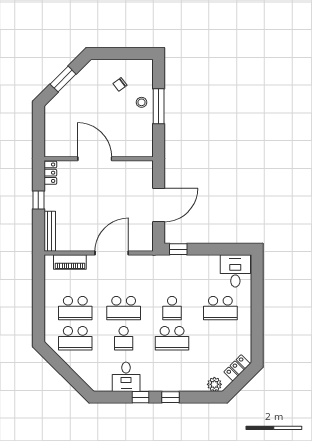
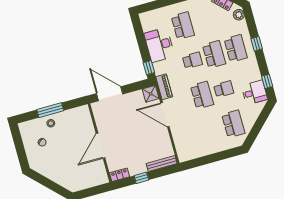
window: (63, 79) -> (50, 184), removed
door: (159, 205) -> (110, 94), moved
shower: (144, 242) -> (151, 94), added
piano: (70, 262) -> (164, 87), moved
desk: (235, 271) -> (159, 45), moved, width x1.37
school desk: (75, 308) -> (236, 48), moved
desk: (126, 377) -> (254, 92), moved
window: (140, 397) -> (267, 81), moved

